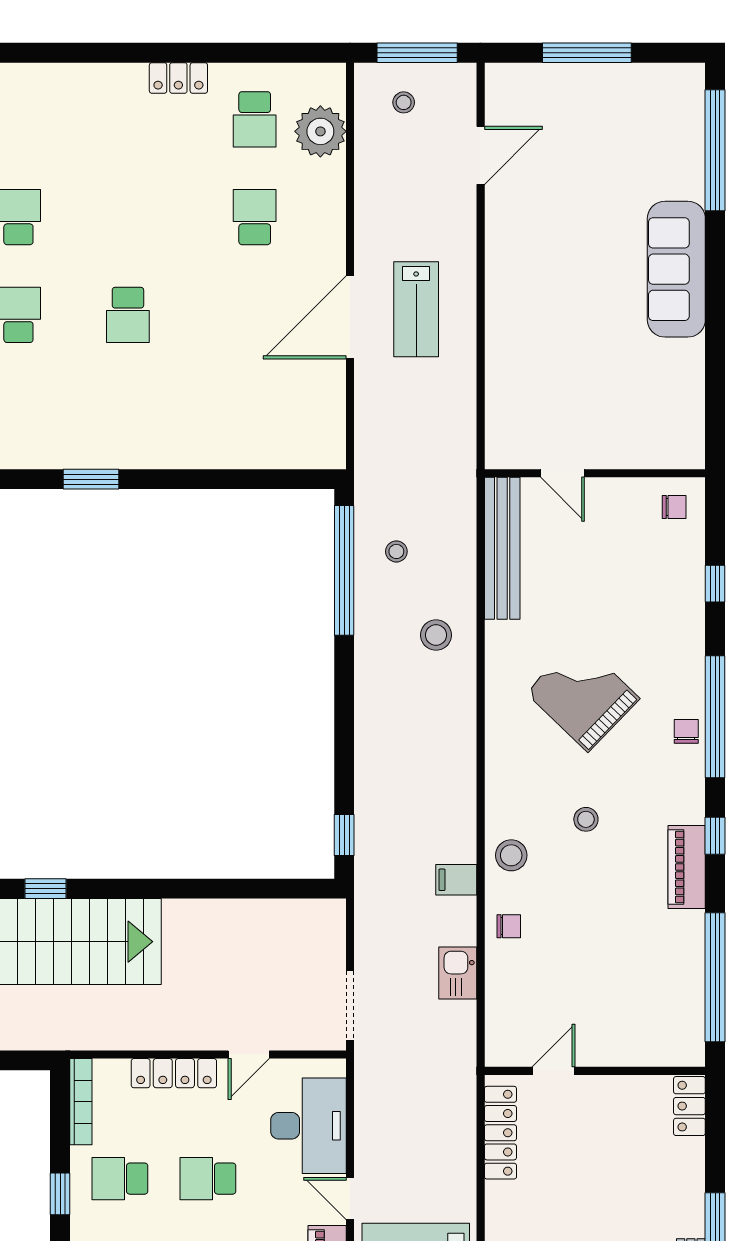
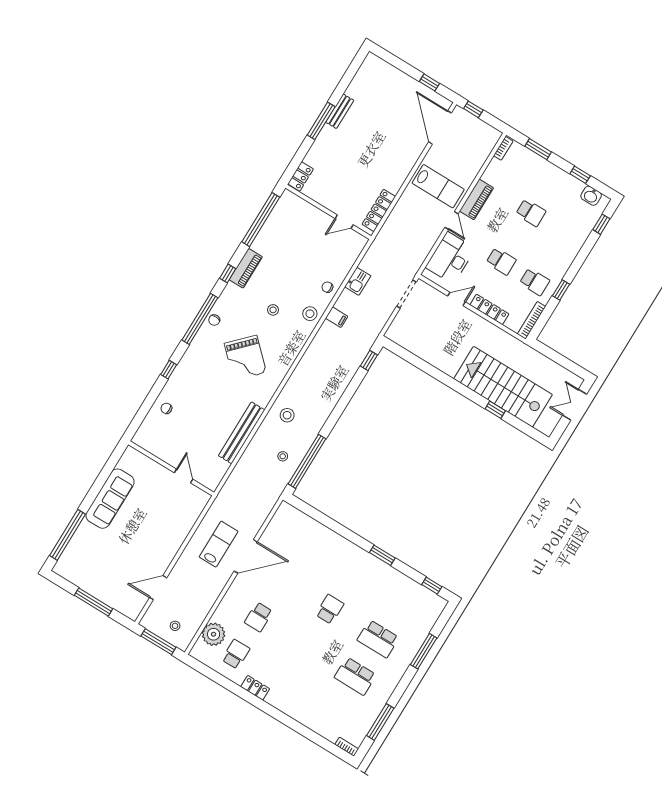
door: (563, 473) -> (184, 476), moved
wall: (595, 473) -> (171, 468), moved

